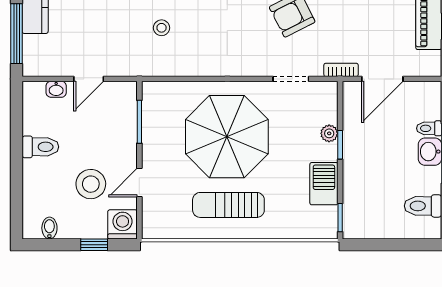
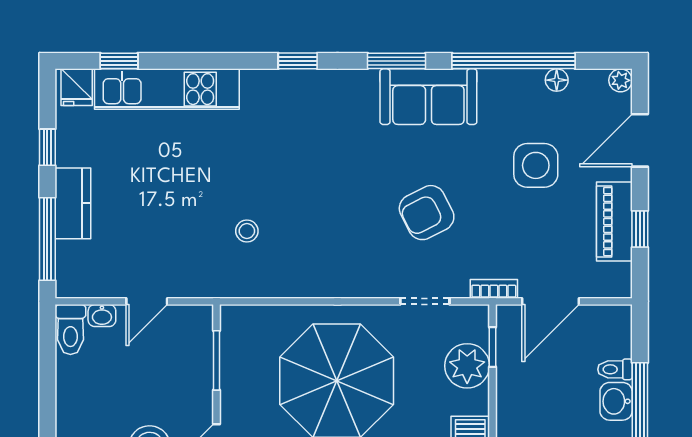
plant: (329, 133) -> (467, 366), width x1.87, depth x1.87
window: (340, 145) -> (493, 347), moved
toilet: (40, 147) -> (70, 330), moved, turned 90

